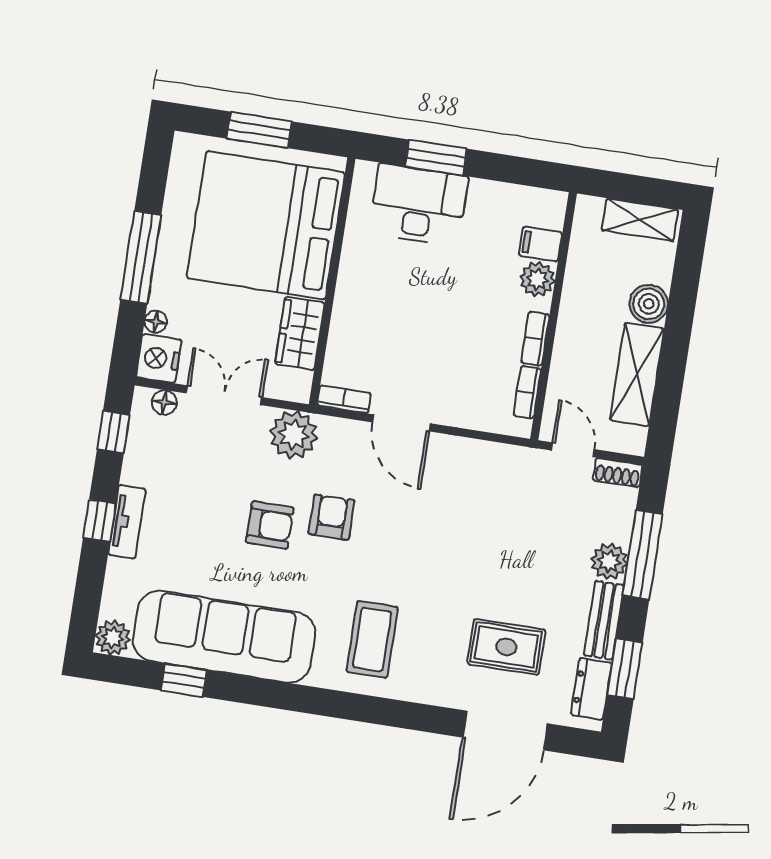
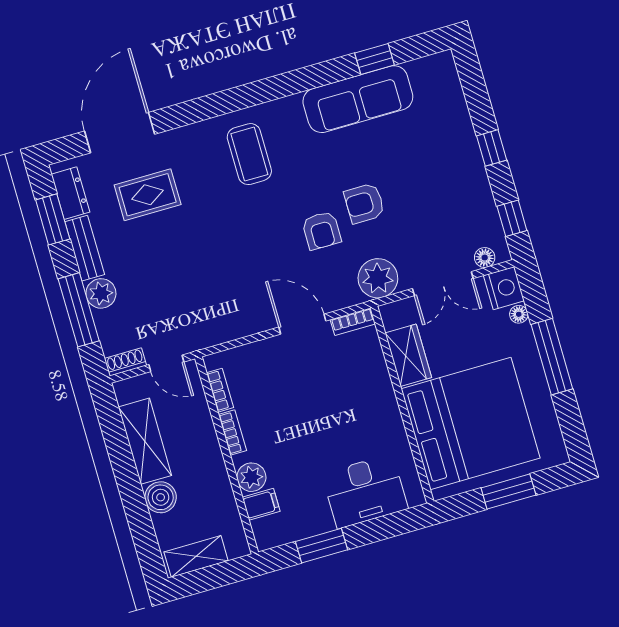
window: (436, 158) -> (321, 546), moved
tv unit: (127, 522) -> (471, 157), removed
sofa: (224, 637) -> (358, 99), width x0.74, depth x0.79
plant: (113, 638) -> (442, 66), removed

